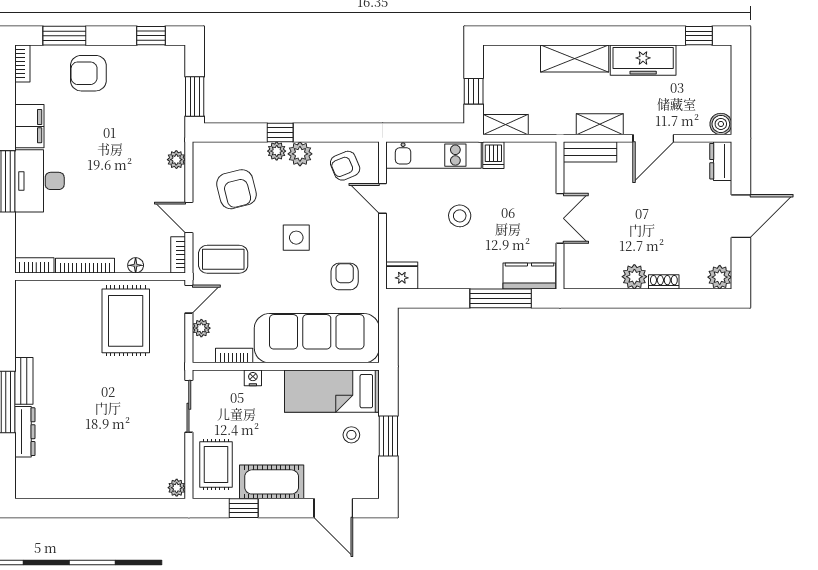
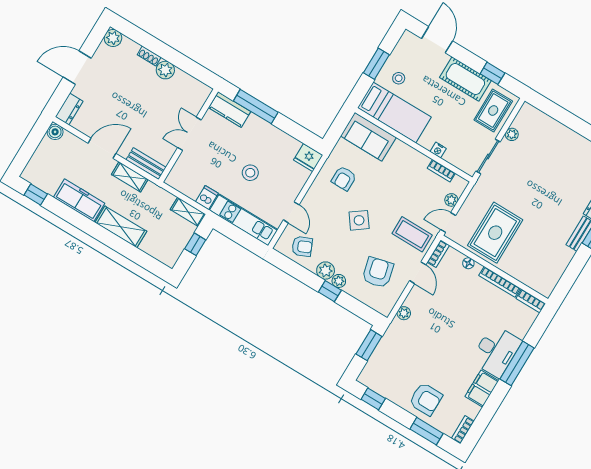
side table: (296, 238) -> (359, 220), turned -36
sofa: (317, 338) -> (368, 137), width x0.54, depth x0.79
plant: (177, 488) -> (512, 134), moved

